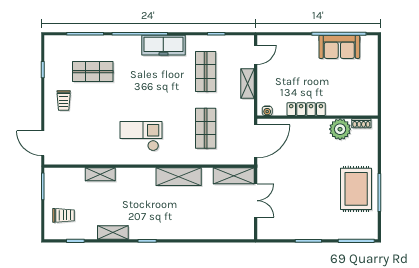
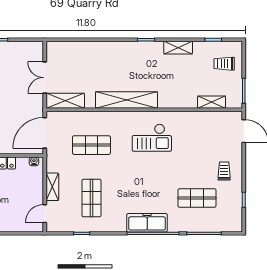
freezer: (163, 45) -> (147, 223), moved
shop shelf: (206, 128) -> (91, 145), turned 90
shelving: (100, 174) -> (212, 102), moved
shelving: (179, 177) -> (126, 100), width x1.47

